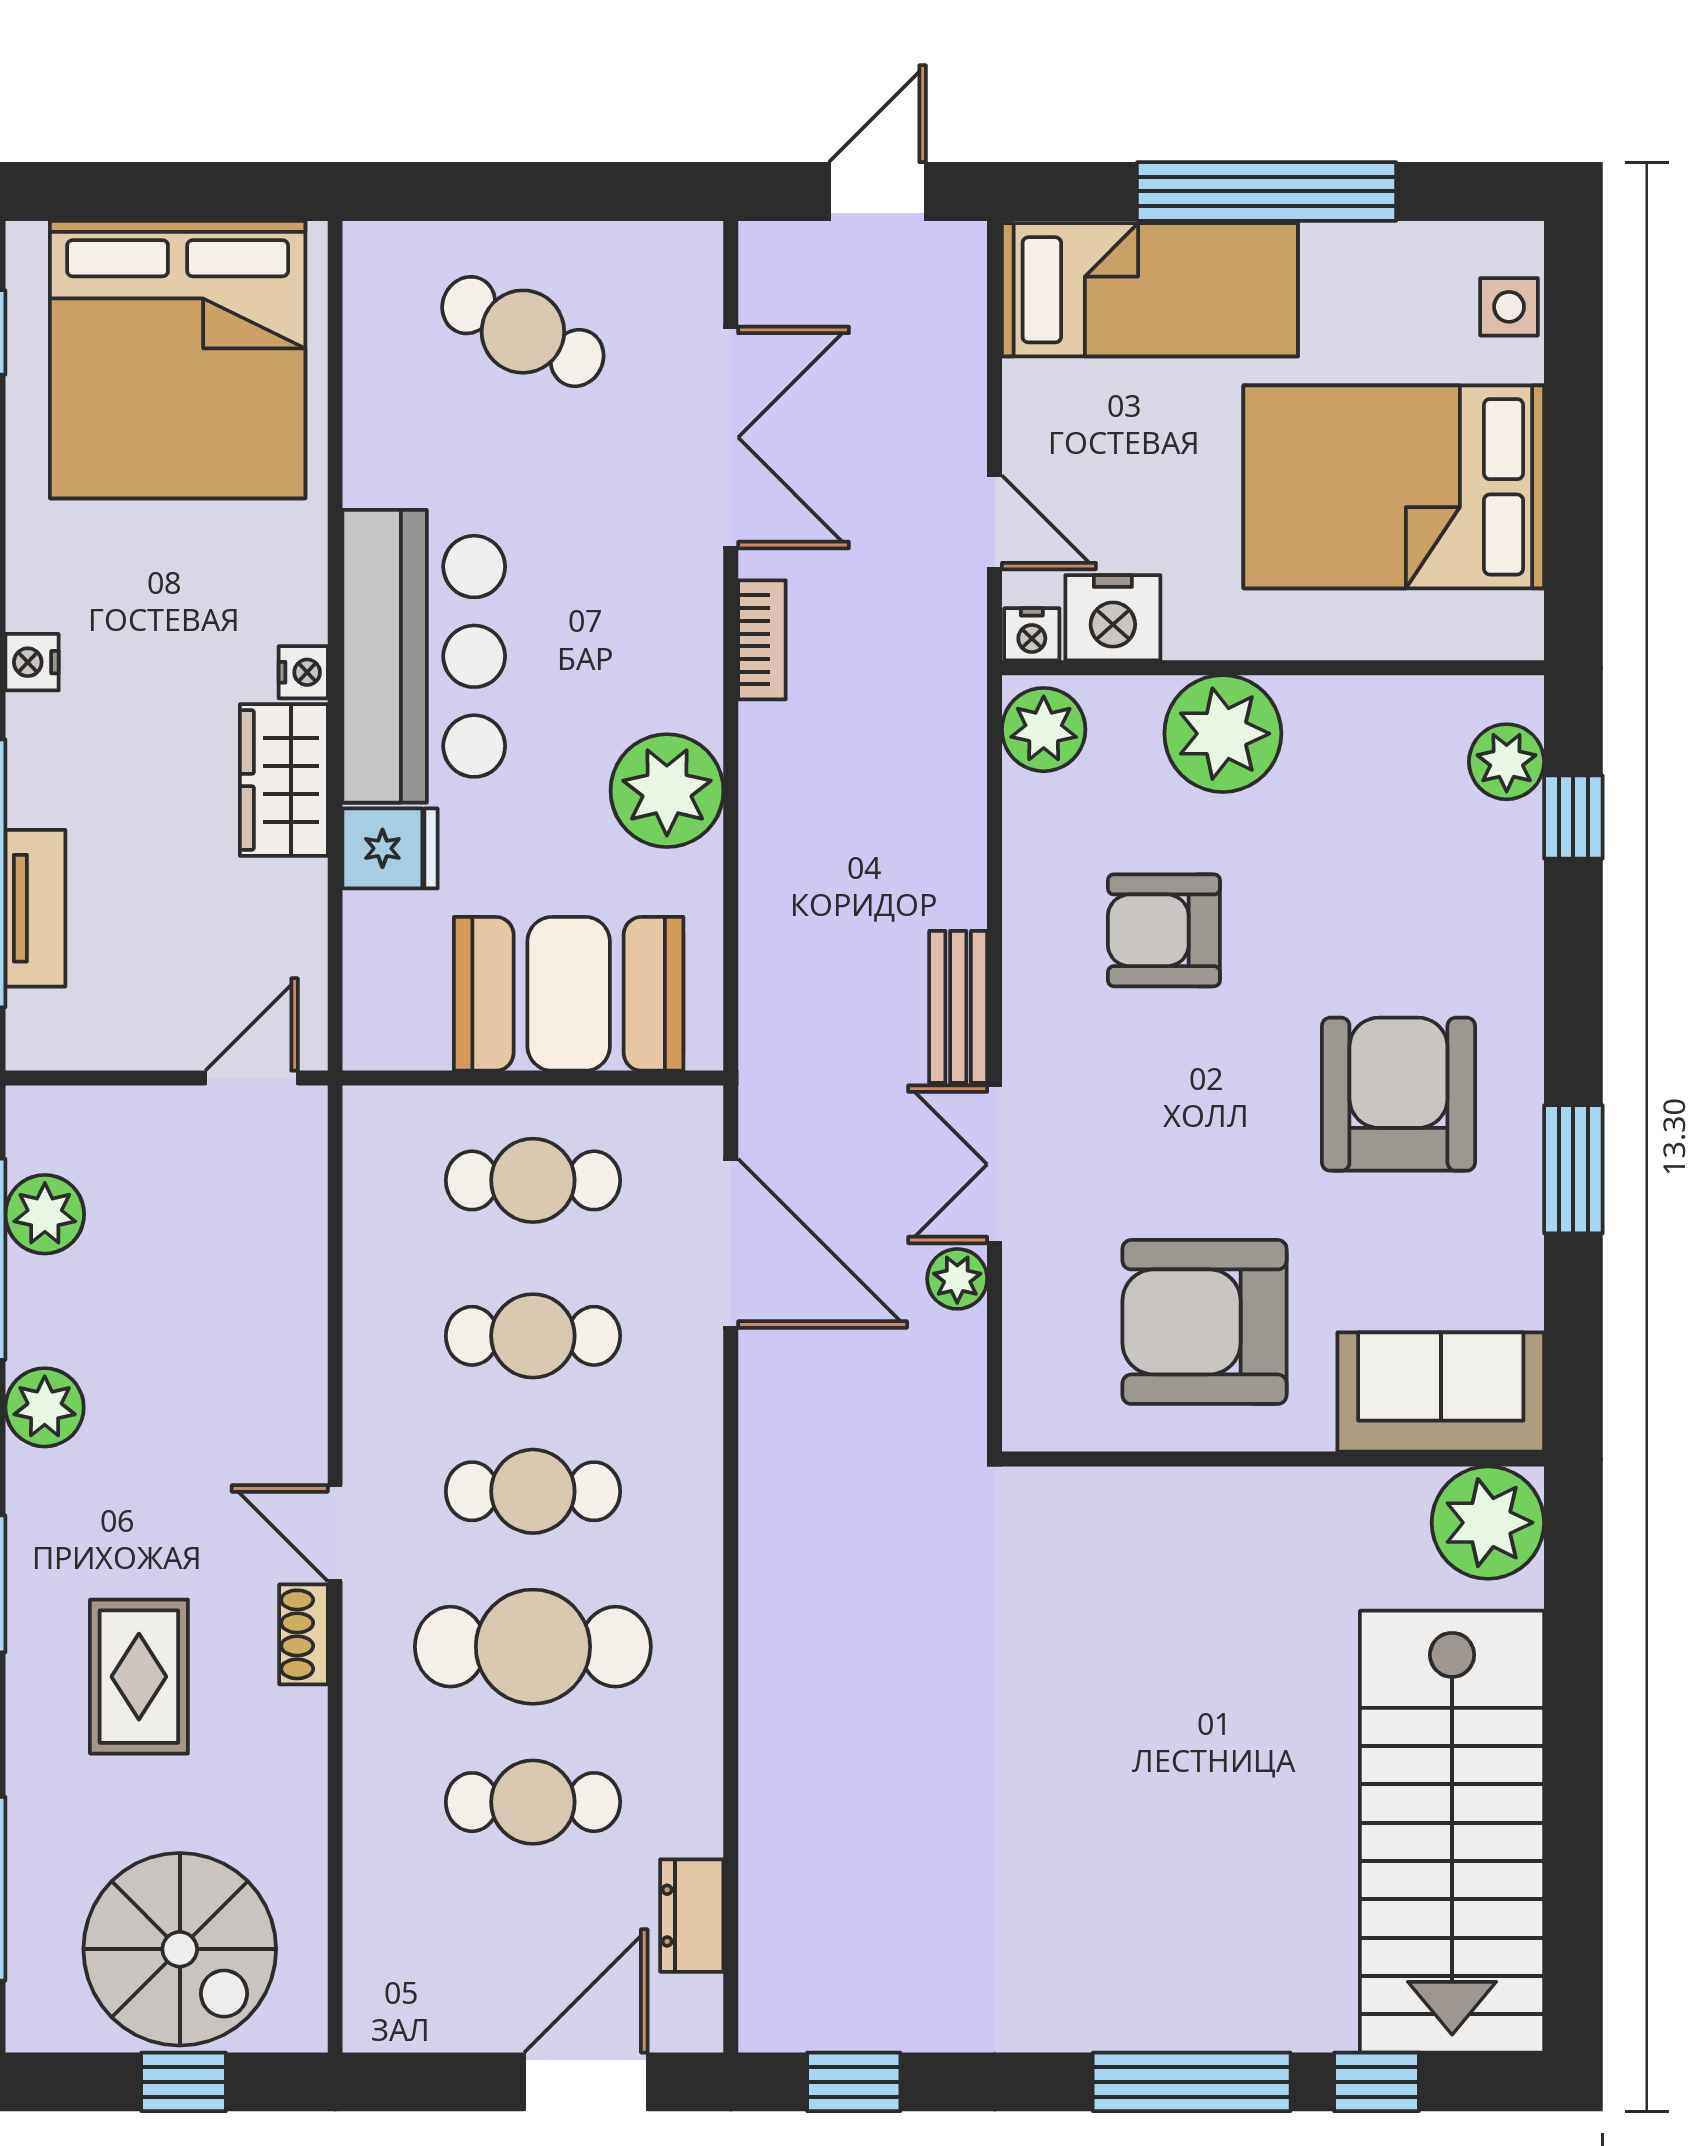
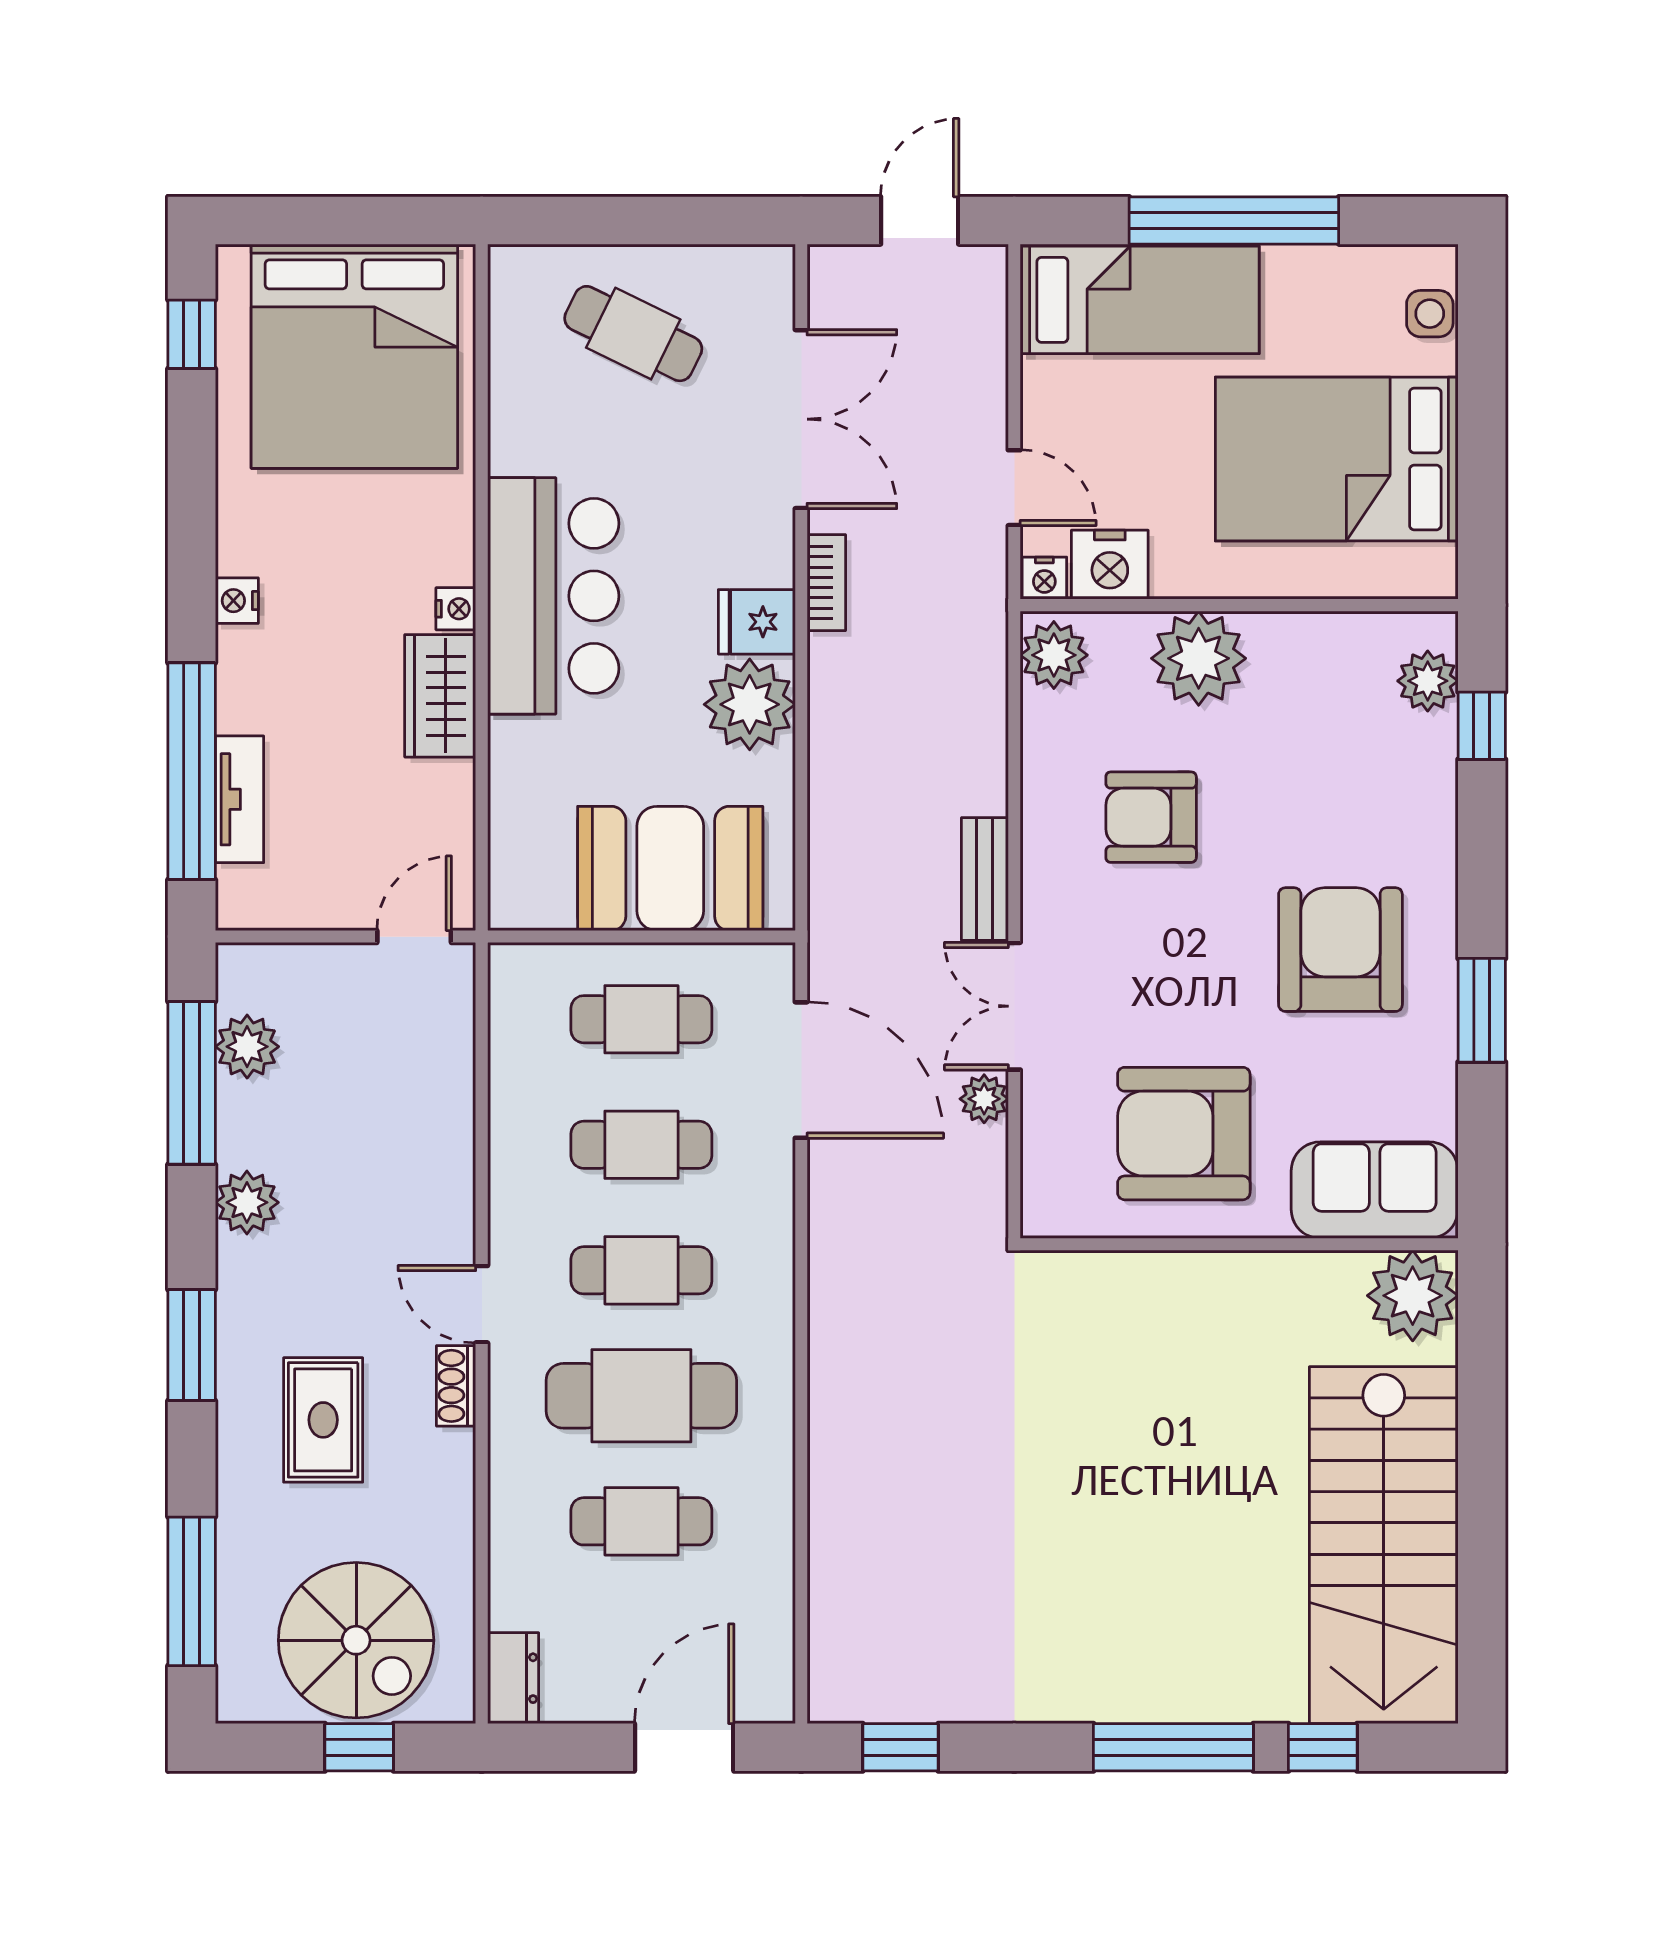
fridge: (390, 848) -> (757, 622), moved, turned 180
dresser: (692, 1916) -> (513, 1678), moved, turned 180

